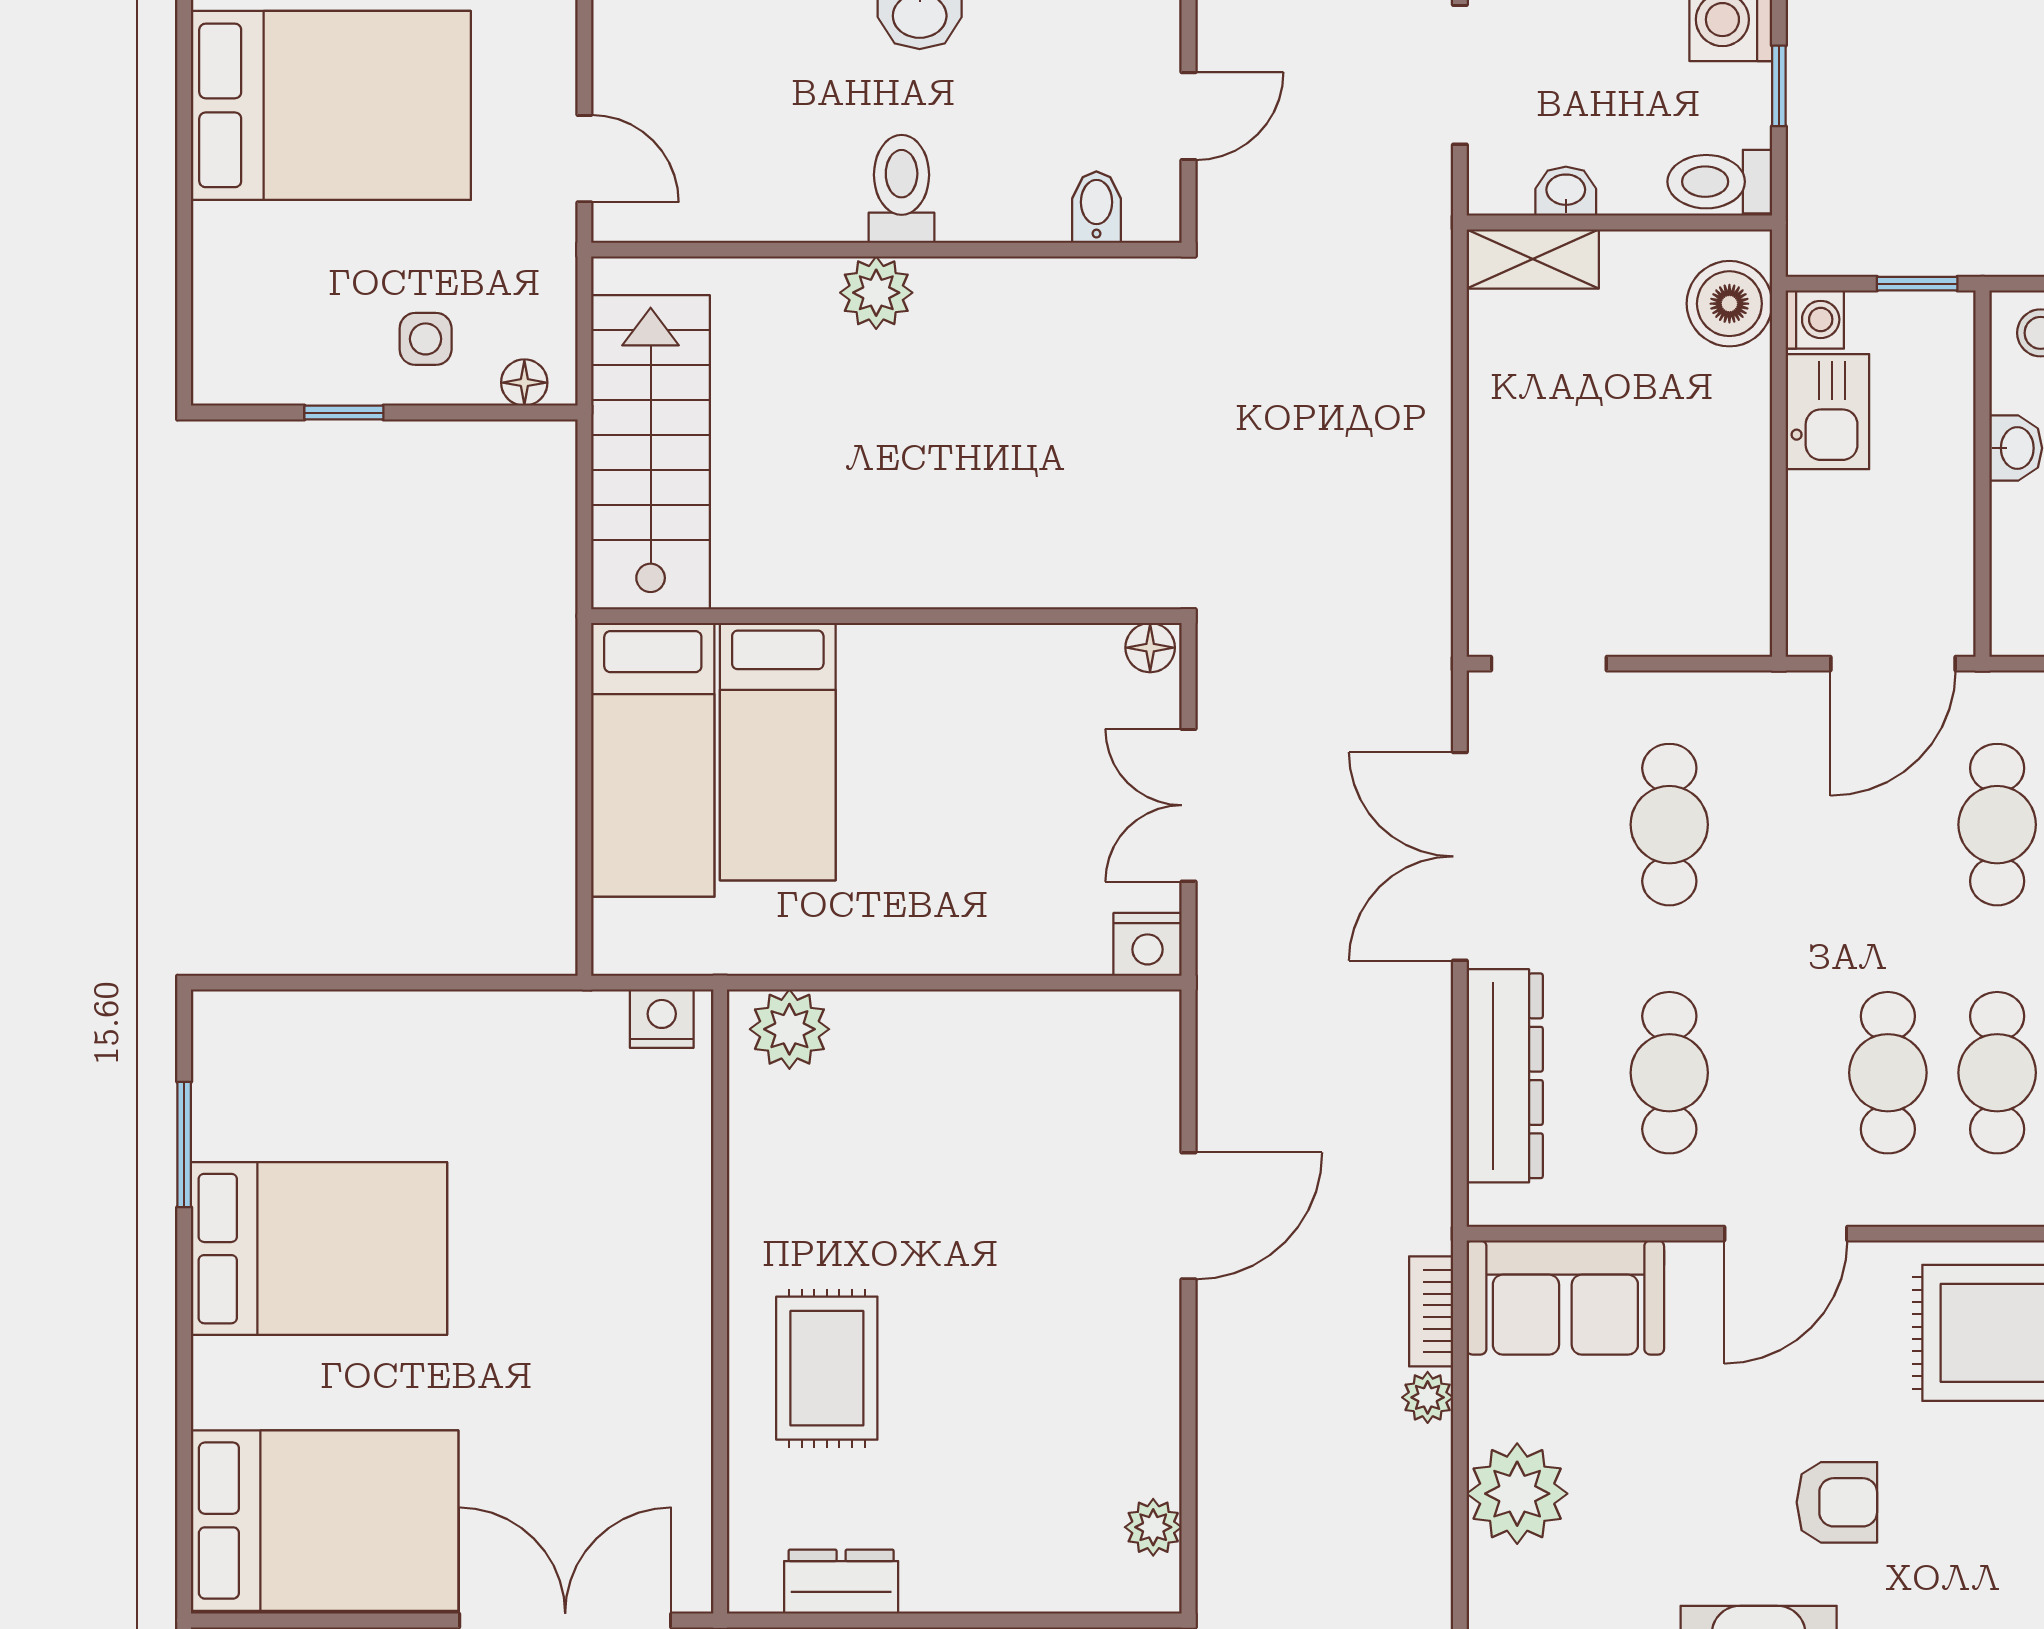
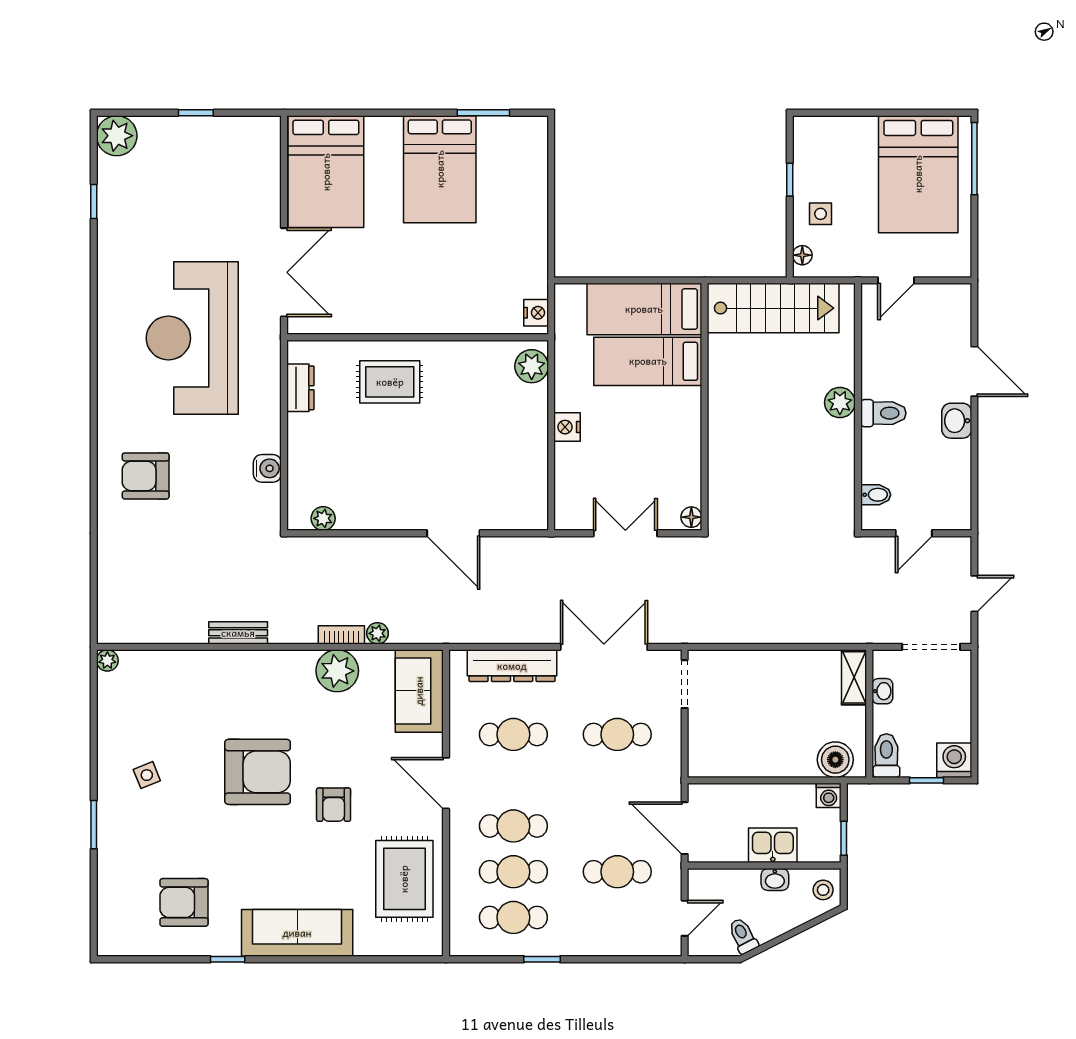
door: (1188, 116) -> (914, 533), hinge flipped
kitchen sink: (1827, 412) -> (773, 845), moved, turned 180
nightstand: (1148, 944) -> (567, 427), moved
bookcase: (1431, 1311) -> (341, 635), moved

